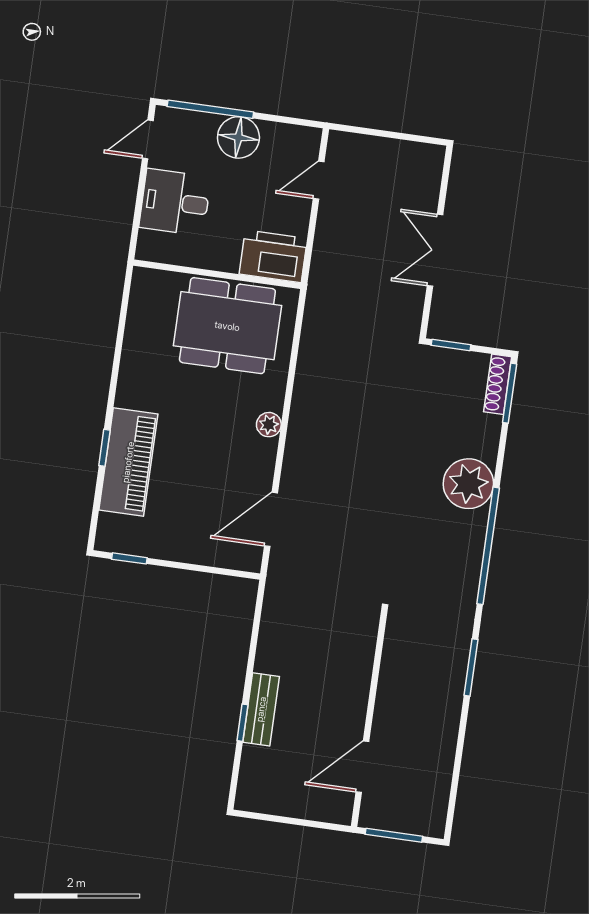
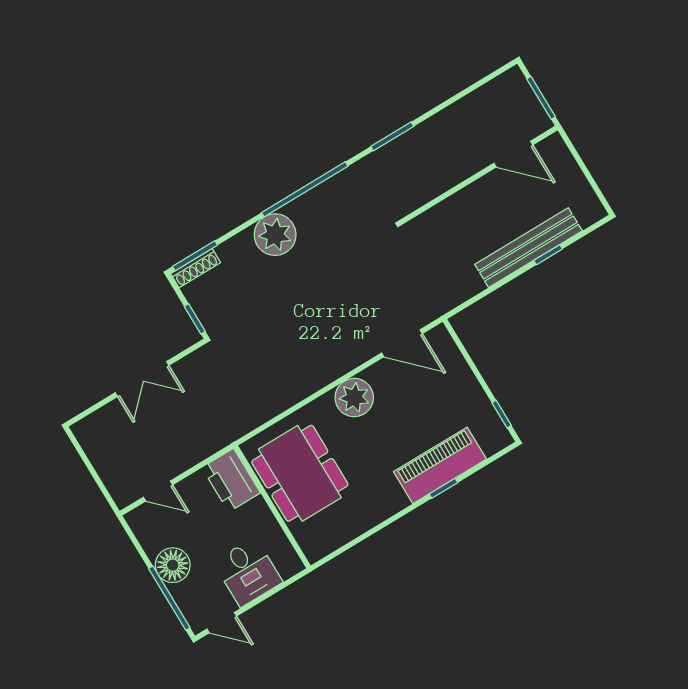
plant: (269, 425) -> (354, 398), width x1.87, depth x1.87
bench: (261, 709) -> (528, 248), width x1.86, depth x1.21

